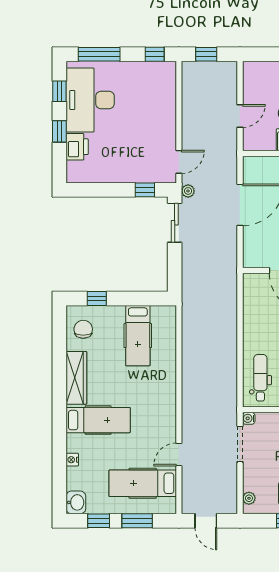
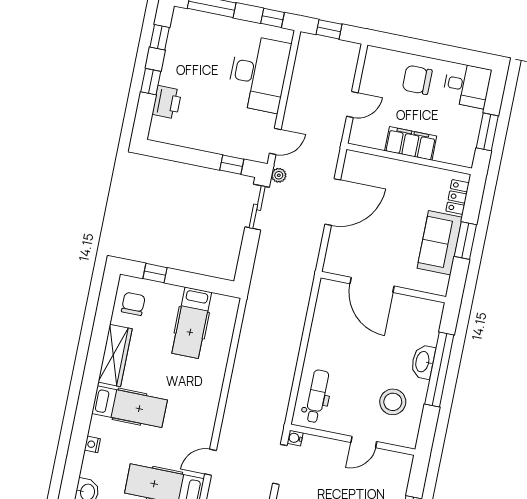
desk: (90, 100) -> (259, 74), moved, turned 180

